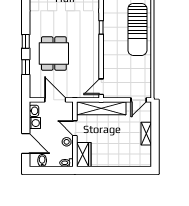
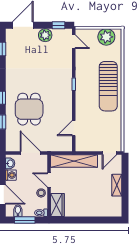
door: (101, 87) -> (74, 128), moved
window: (49, 170) -> (25, 220), added

